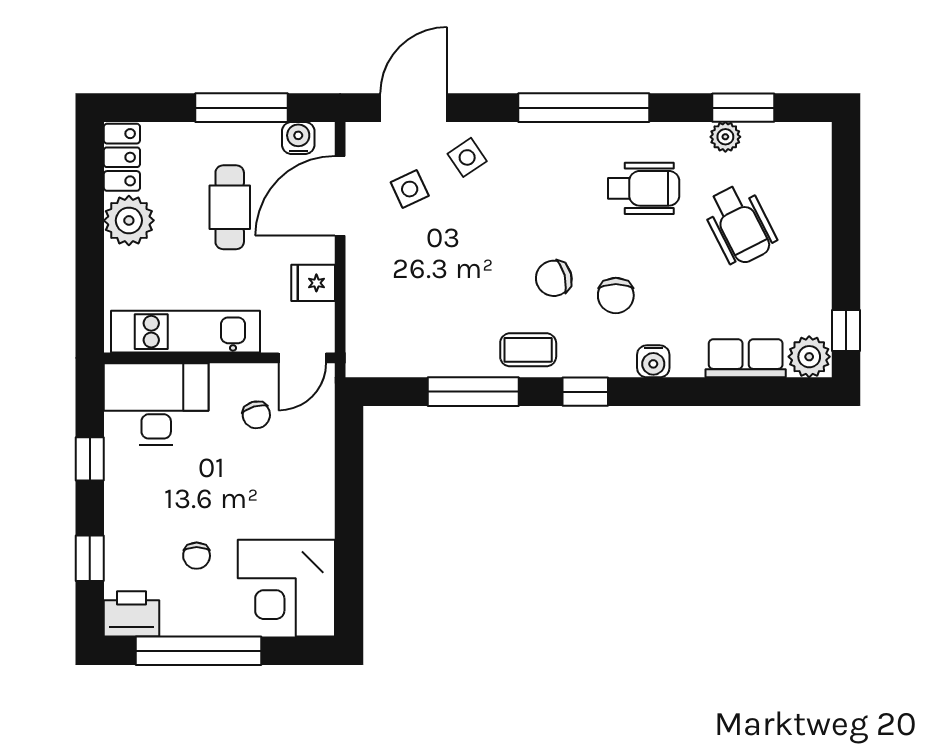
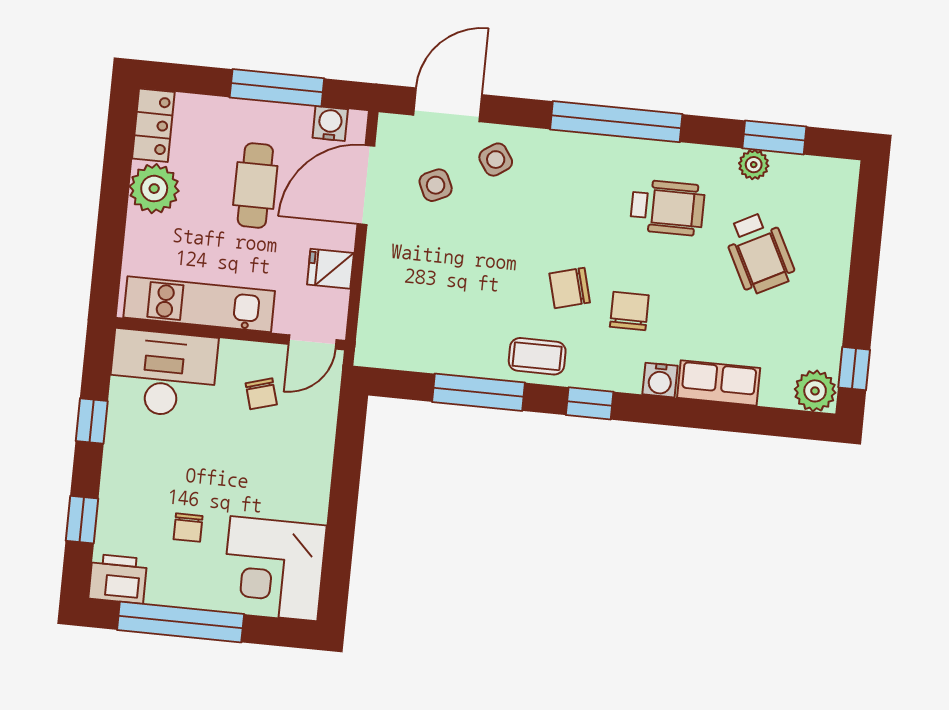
chair: (616, 295) -> (629, 311), turned 180
row of seats: (746, 358) -> (719, 383), moved

